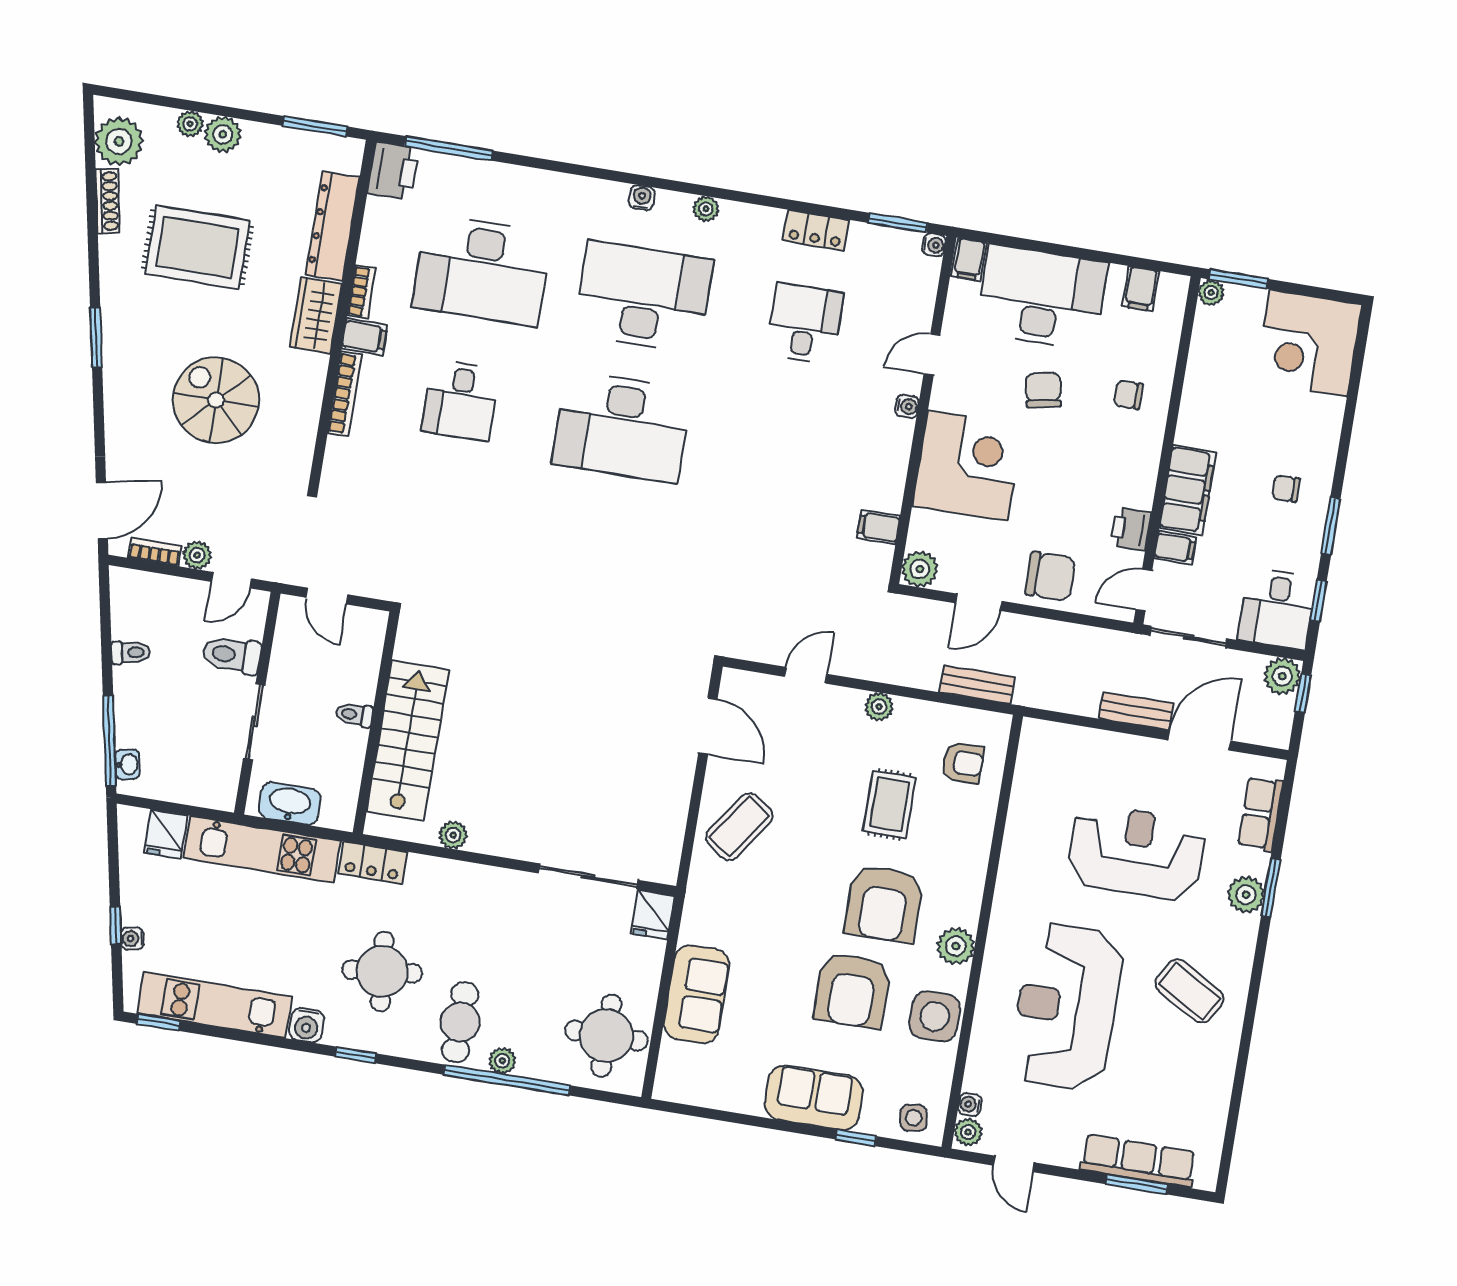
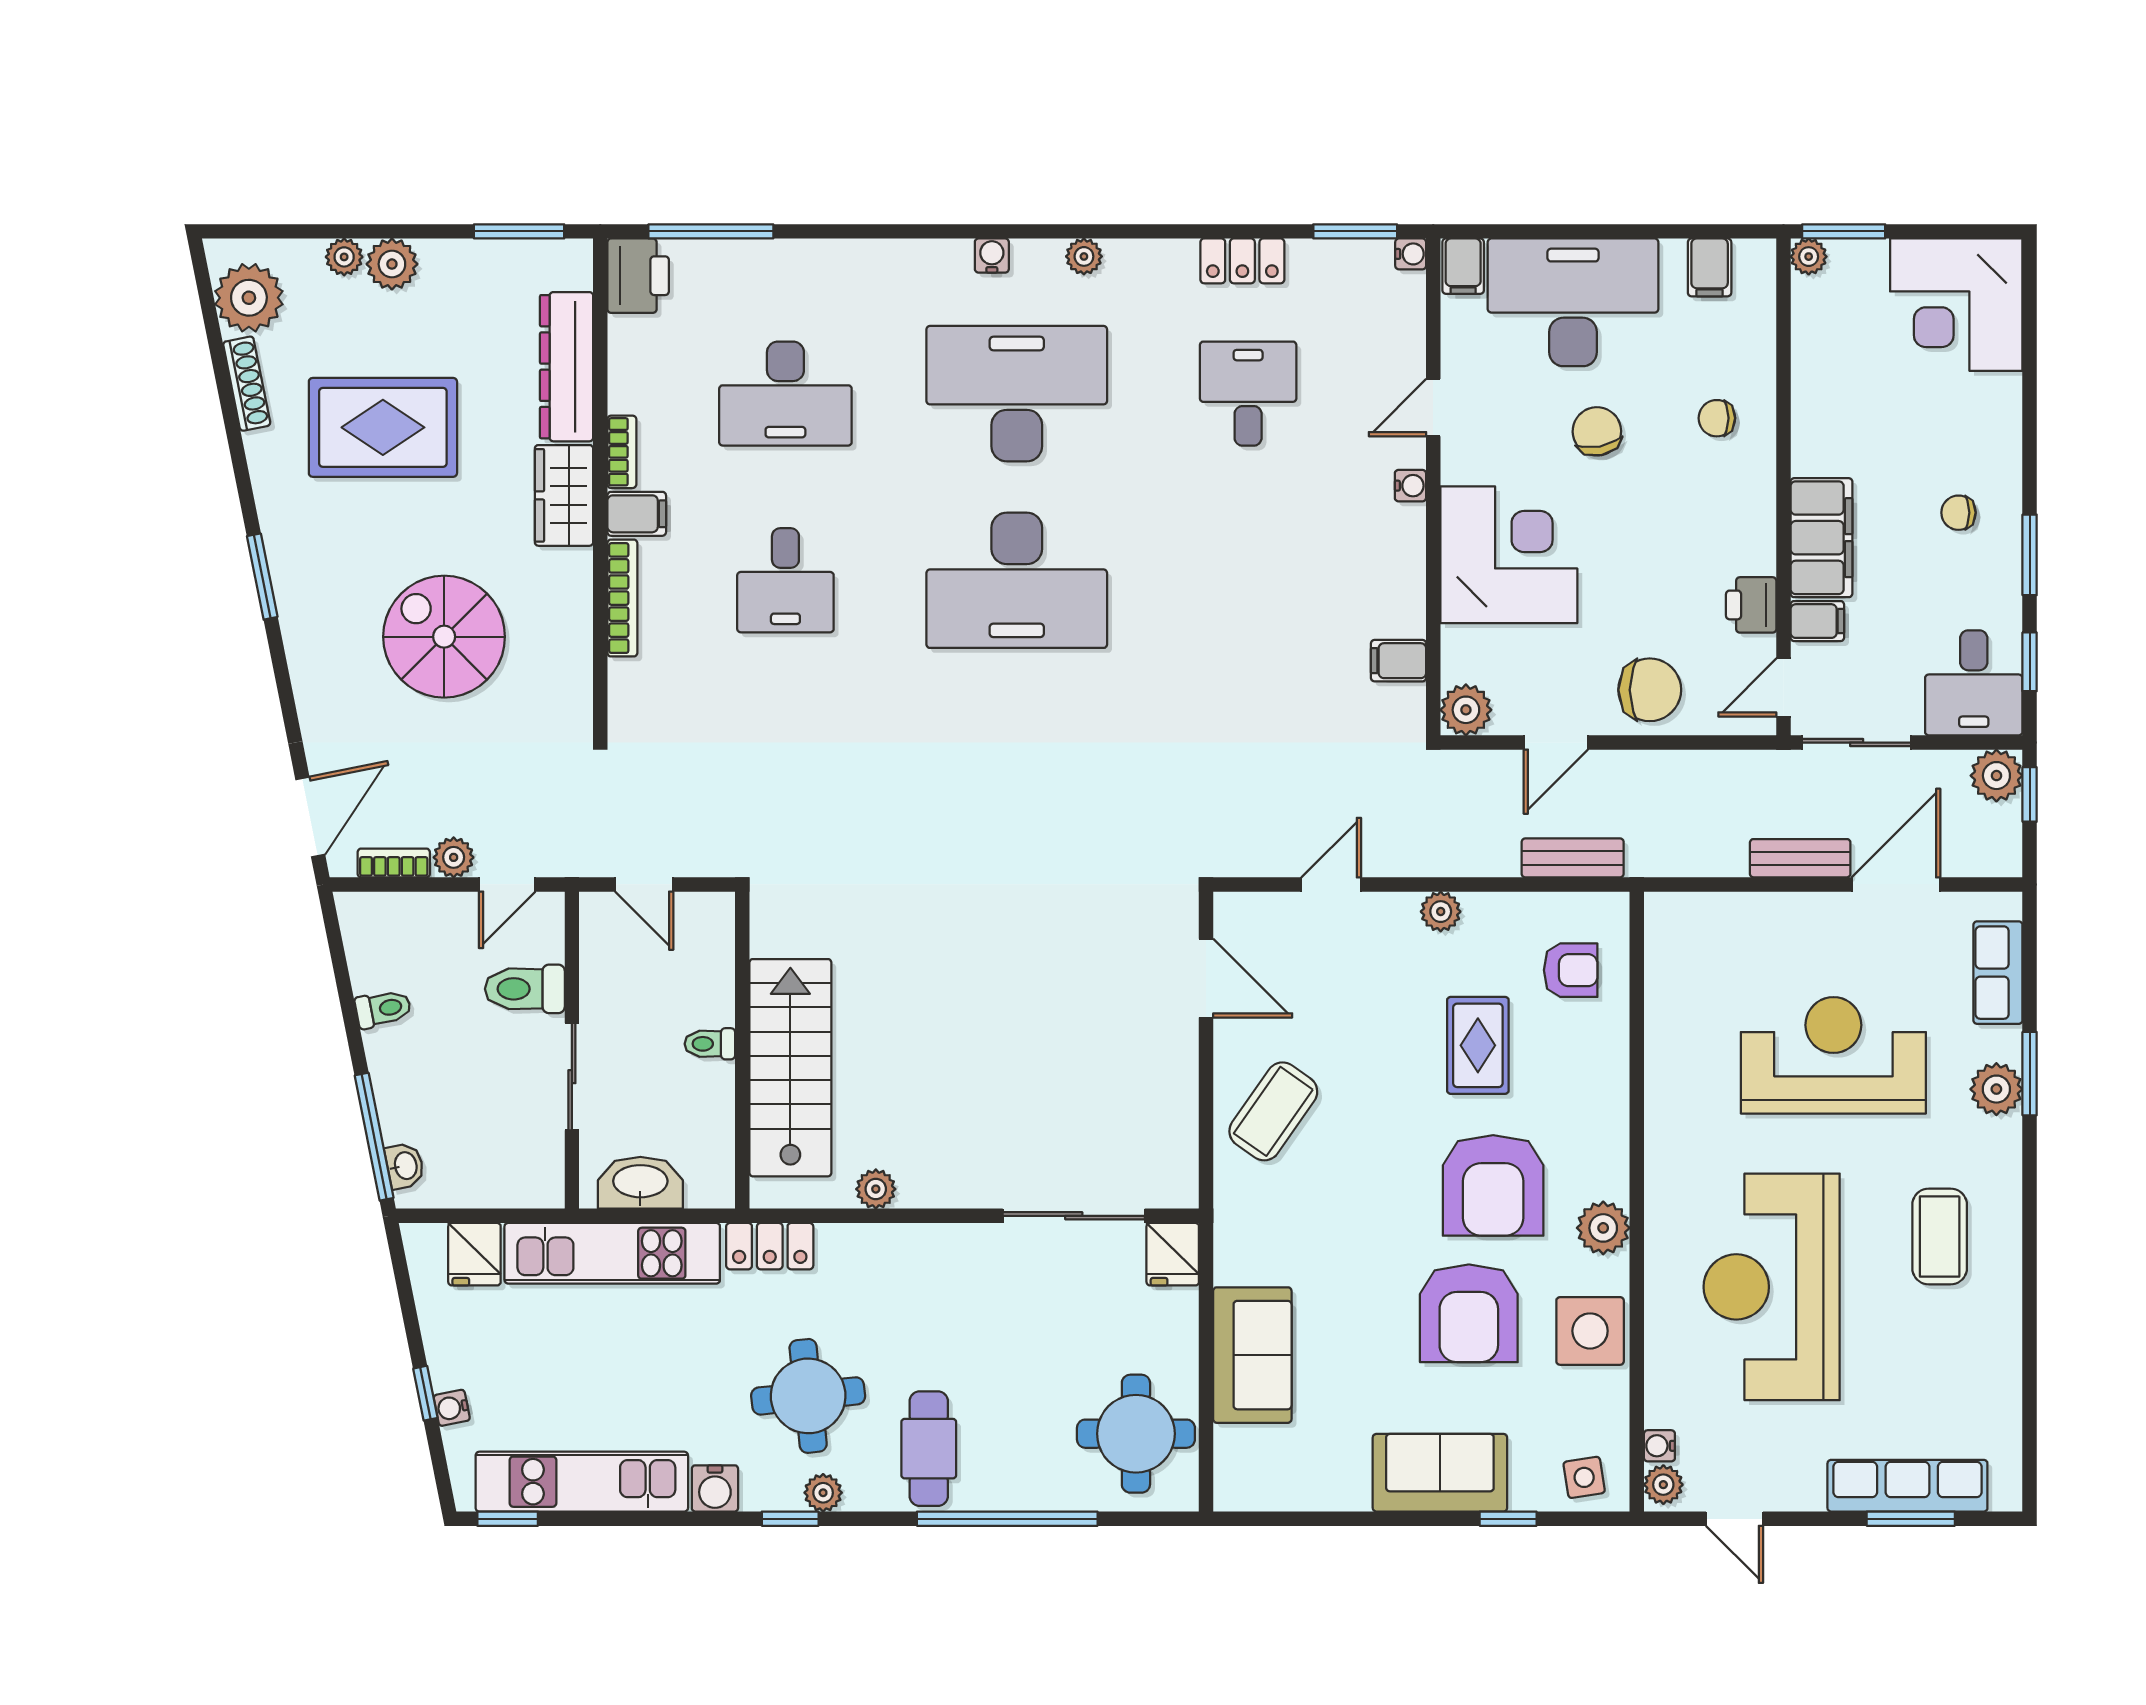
desk: (482, 270) -> (785, 394), width x0.73, depth x0.77
coffee table: (1189, 991) -> (1940, 1236), turned 60
plant: (502, 1061) -> (823, 1493), moved

